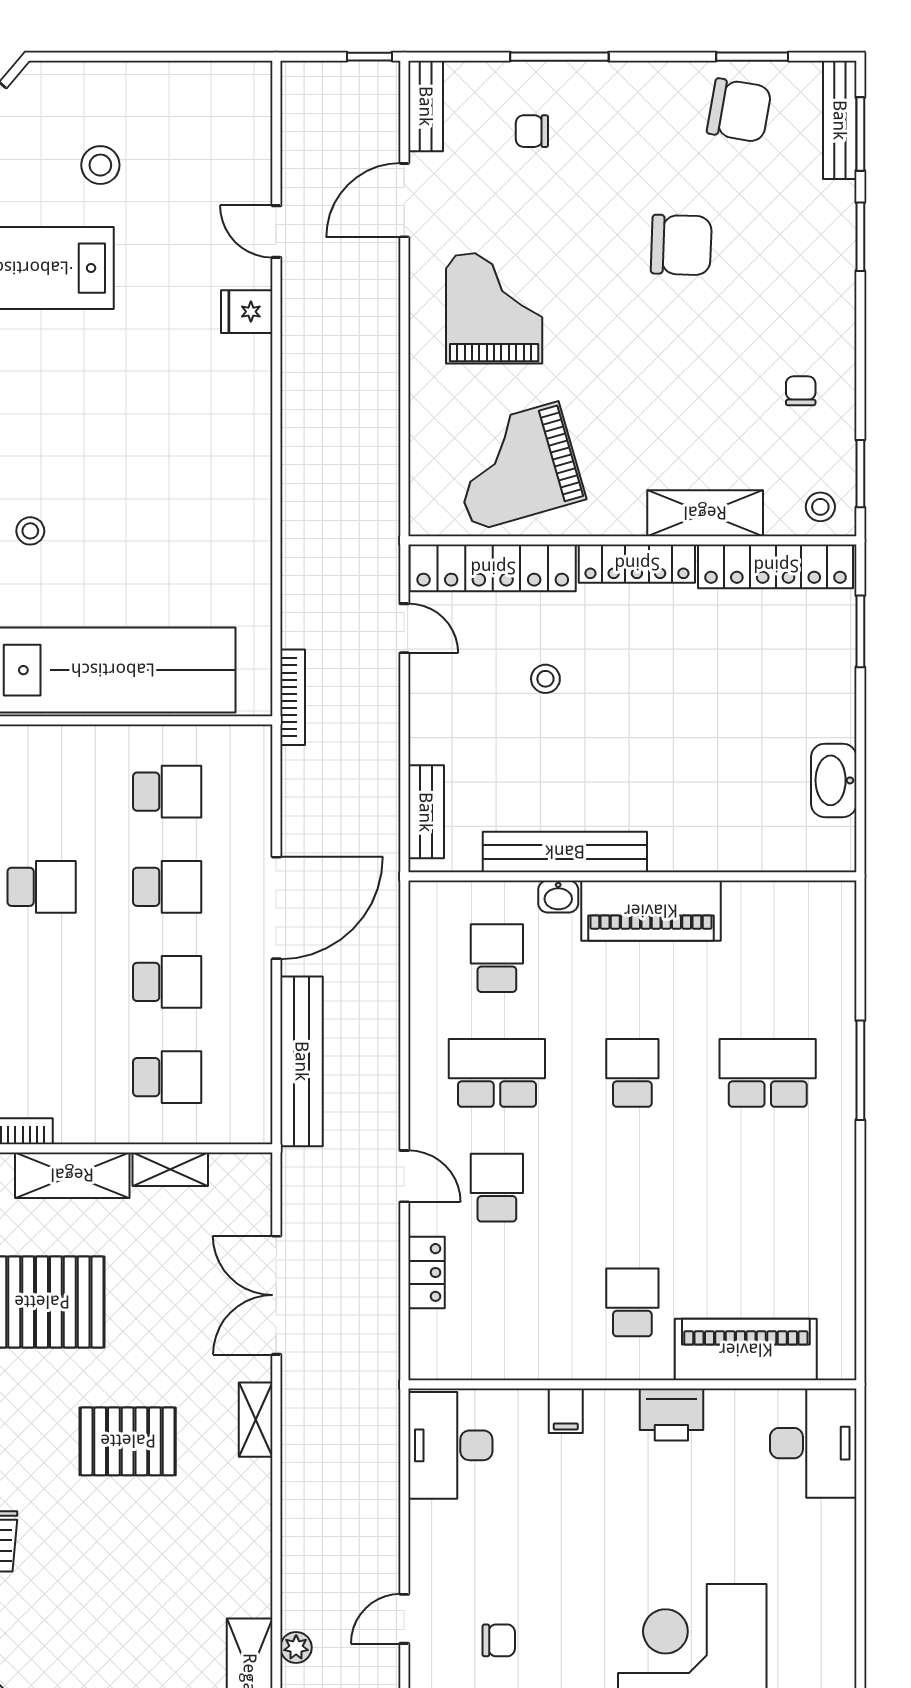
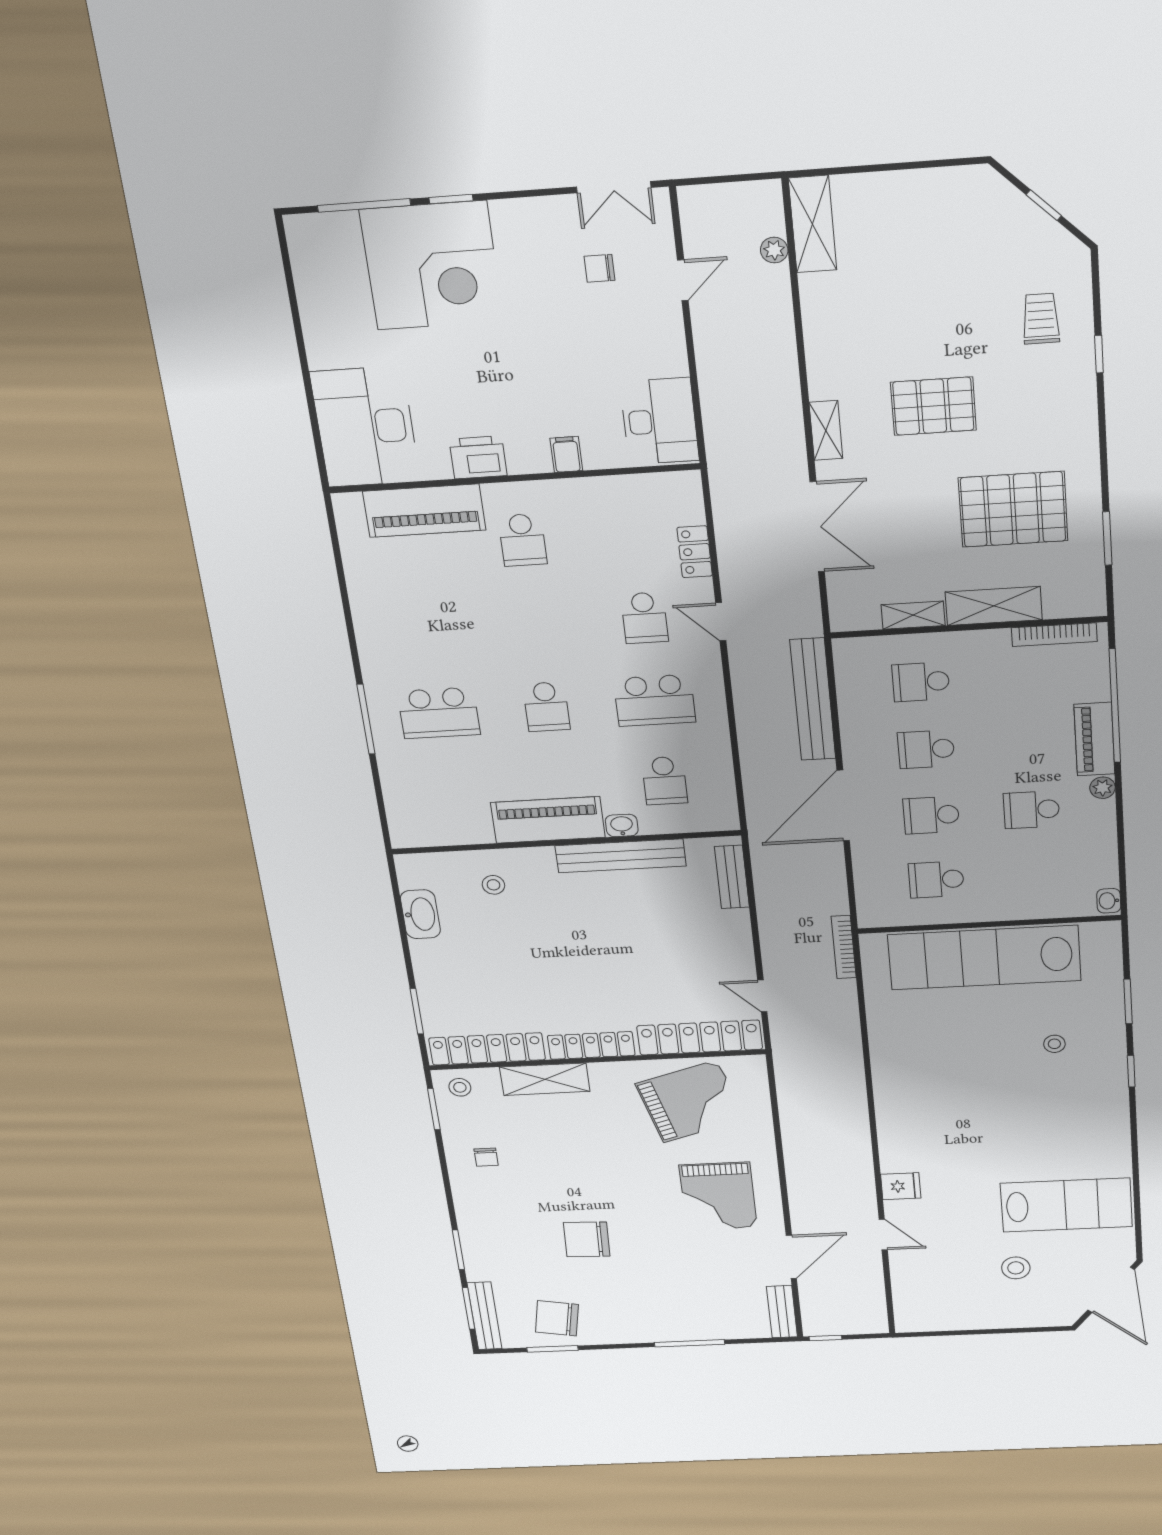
chair: (532, 131) -> (704, 1300), removed
stool: (545, 679) -> (493, 885), moved
desk: (813, 1443) -> (365, 427), width x1.36, depth x1.30

